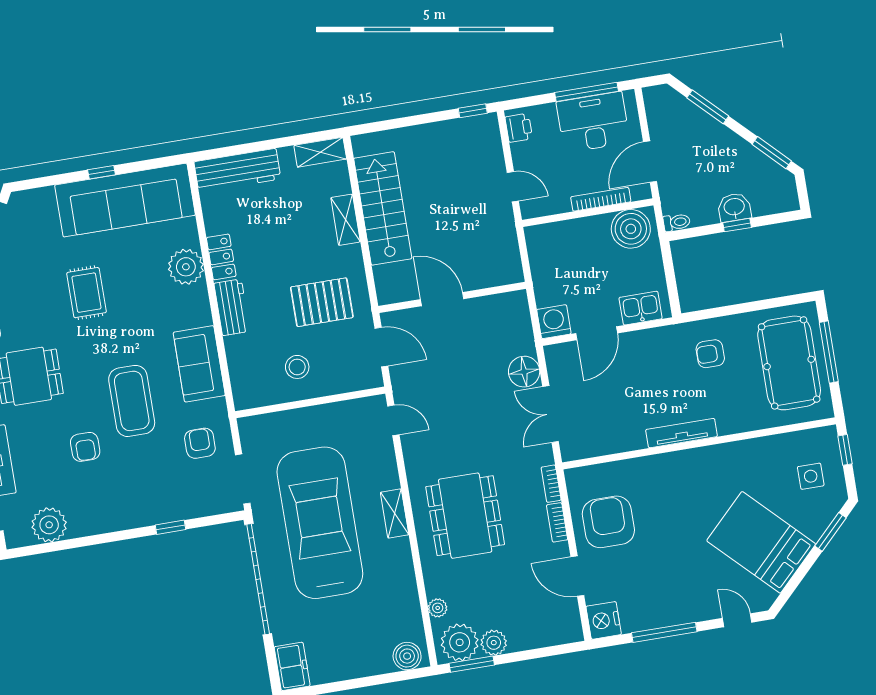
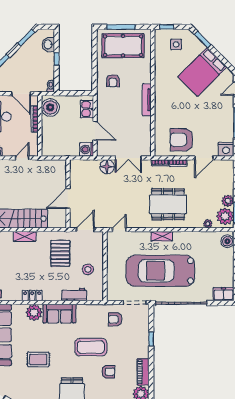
washbasin: (734, 207) -> (48, 44), moved
workbench: (232, 307) -> (74, 295), moved
sofa: (199, 364) -> (59, 314), moved
piano: (97, 522) -> (143, 372), added

